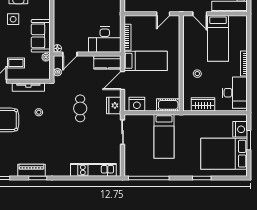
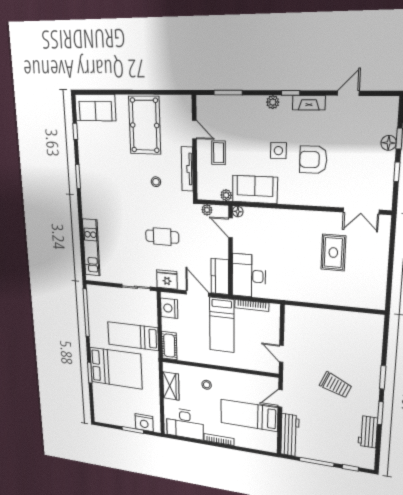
bed: (224, 154) -> (116, 368), moved, turned 90
piano: (31, 170) -> (86, 169), removed

